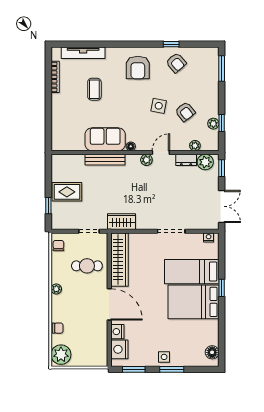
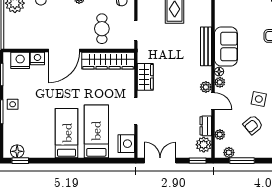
window: (222, 123) -> (242, 161), width x1.50
plant: (213, 124) -> (229, 153), moved
plant: (142, 146) -> (220, 82), added
double door: (222, 206) -> (160, 161), swing flipped
wardrobe: (122, 222) -> (145, 77), moved
nightstand: (209, 237) -> (126, 144), width x1.89, depth x1.79
window: (222, 288) -> (20, 161), moved
bed: (194, 302) -> (67, 133), width x0.67

